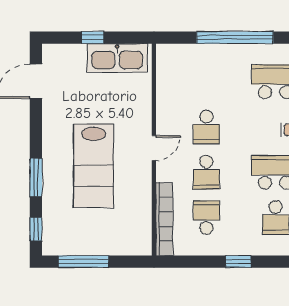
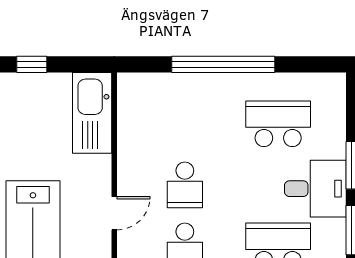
kitchen sink: (117, 58) -> (92, 113), moved, turned 90

